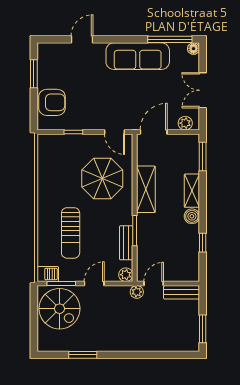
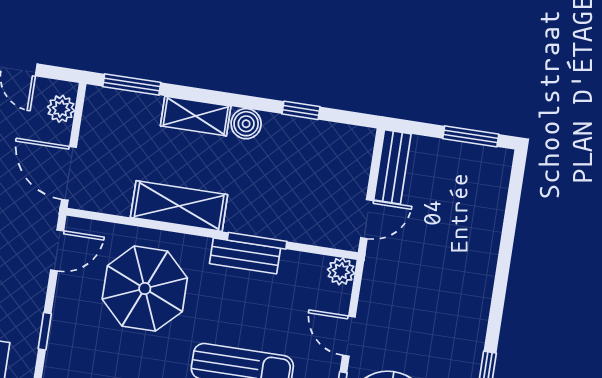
bench: (126, 243) -> (245, 256), moved
door: (154, 284) -> (367, 219), swing flipped
plant: (137, 292) -> (378, 255), removed

